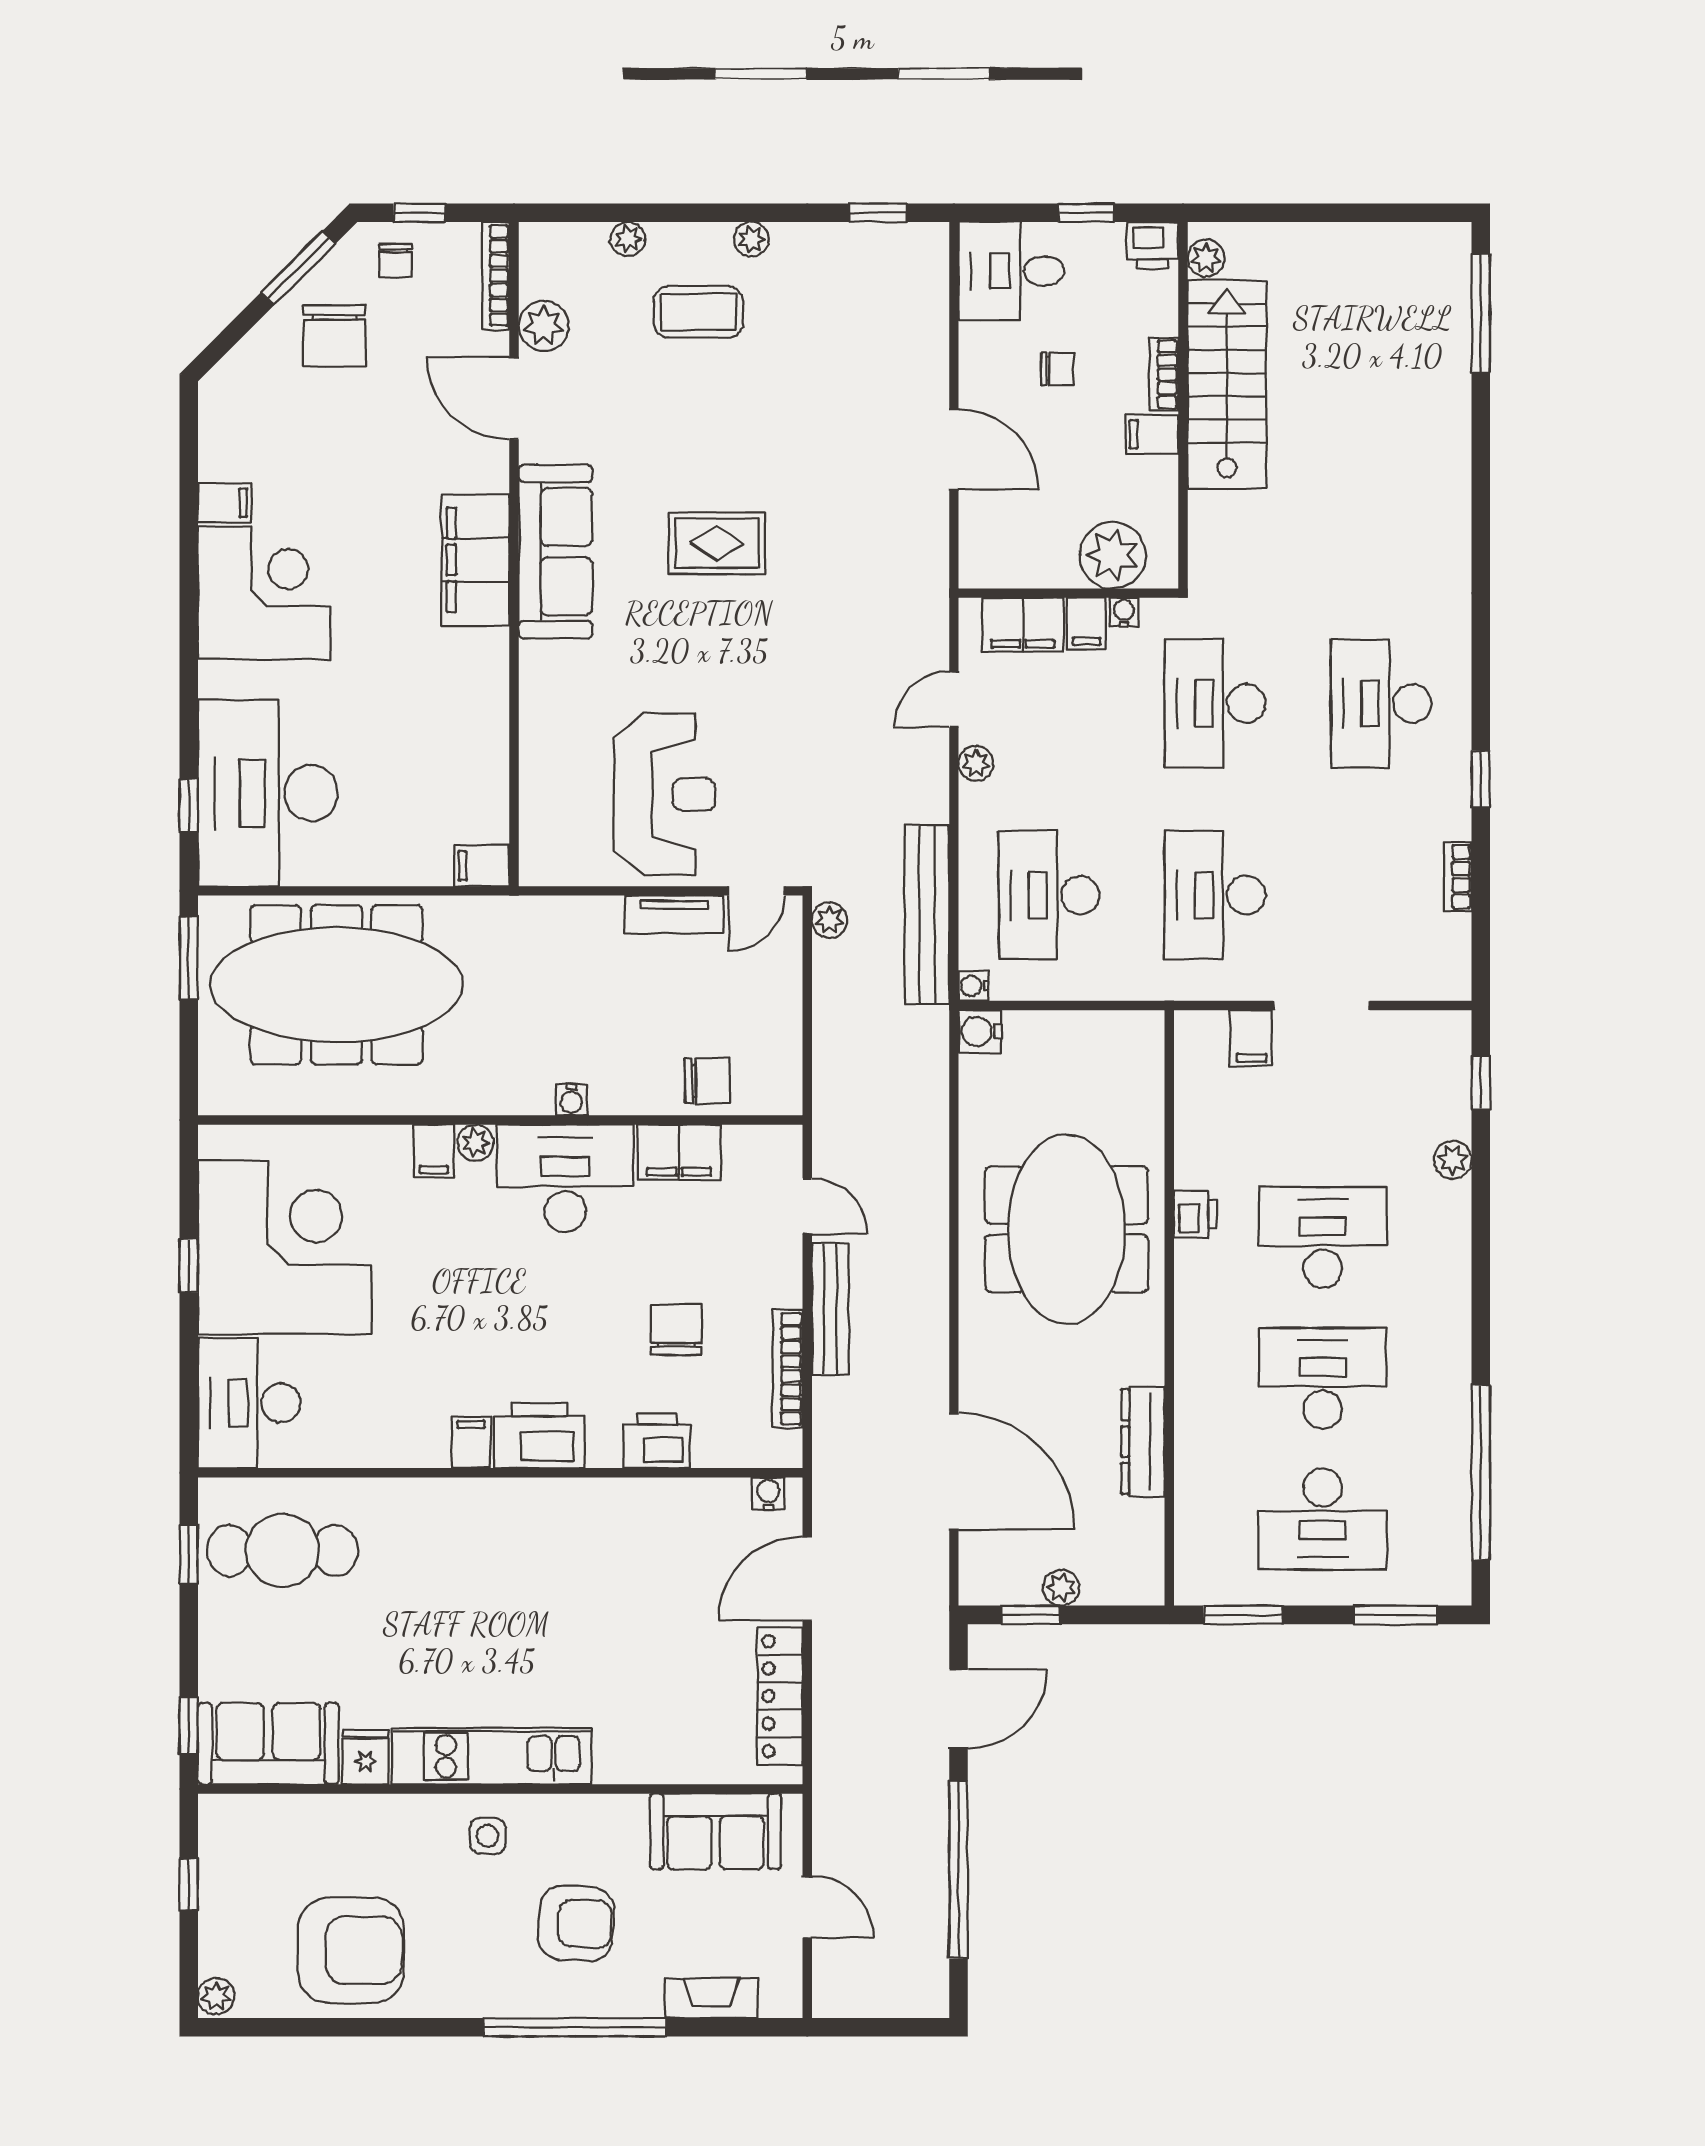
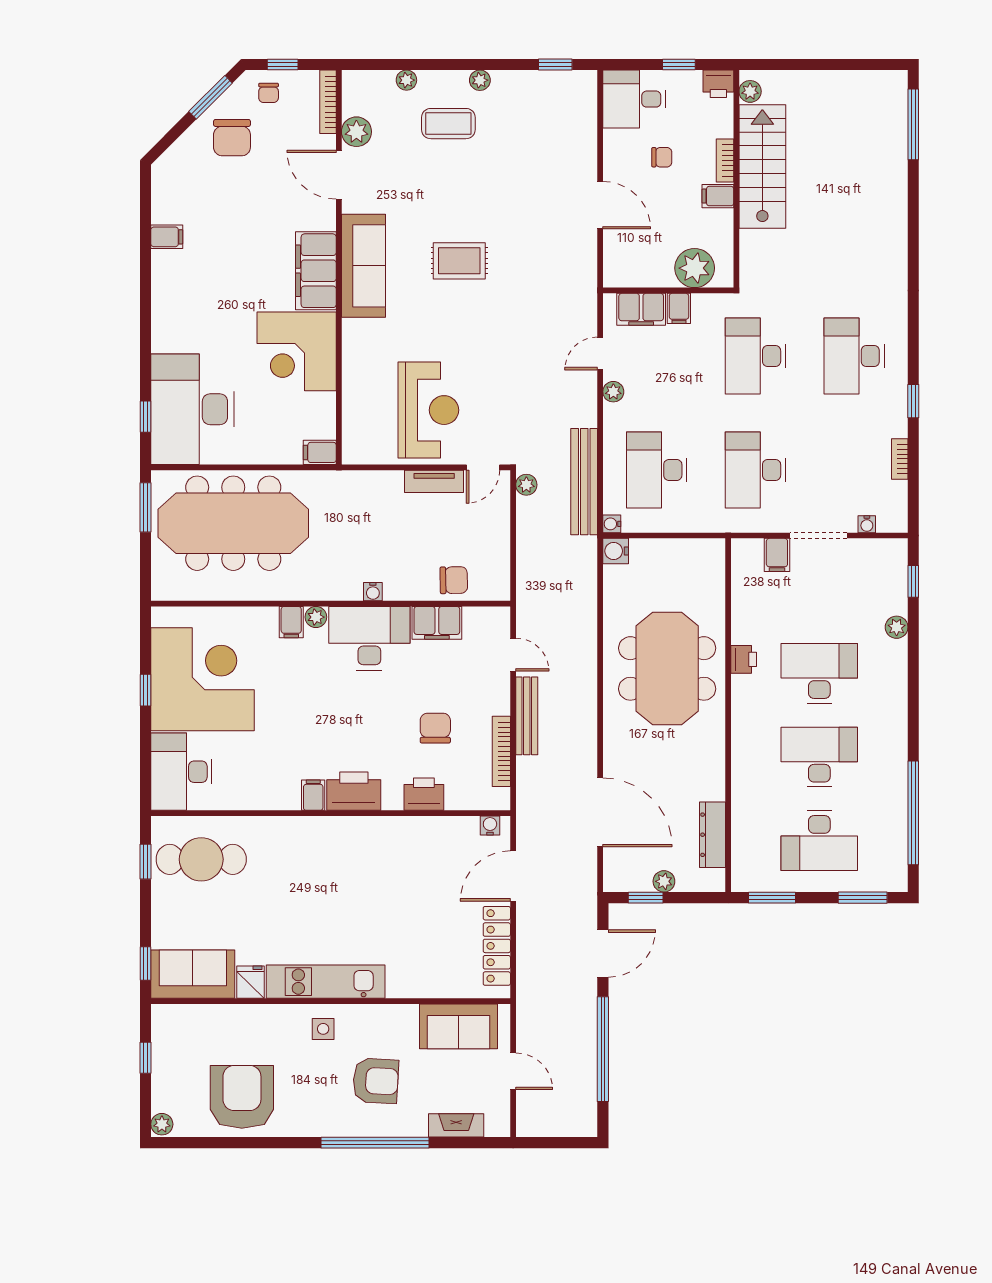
corner desk: (264, 593) -> (297, 351), moved, turned 180
water cooler: (1124, 612) -> (867, 524), moved, turned 180
dresser: (1143, 1441) -> (713, 835), moved
armchair: (351, 1950) -> (242, 1097), turned -90

